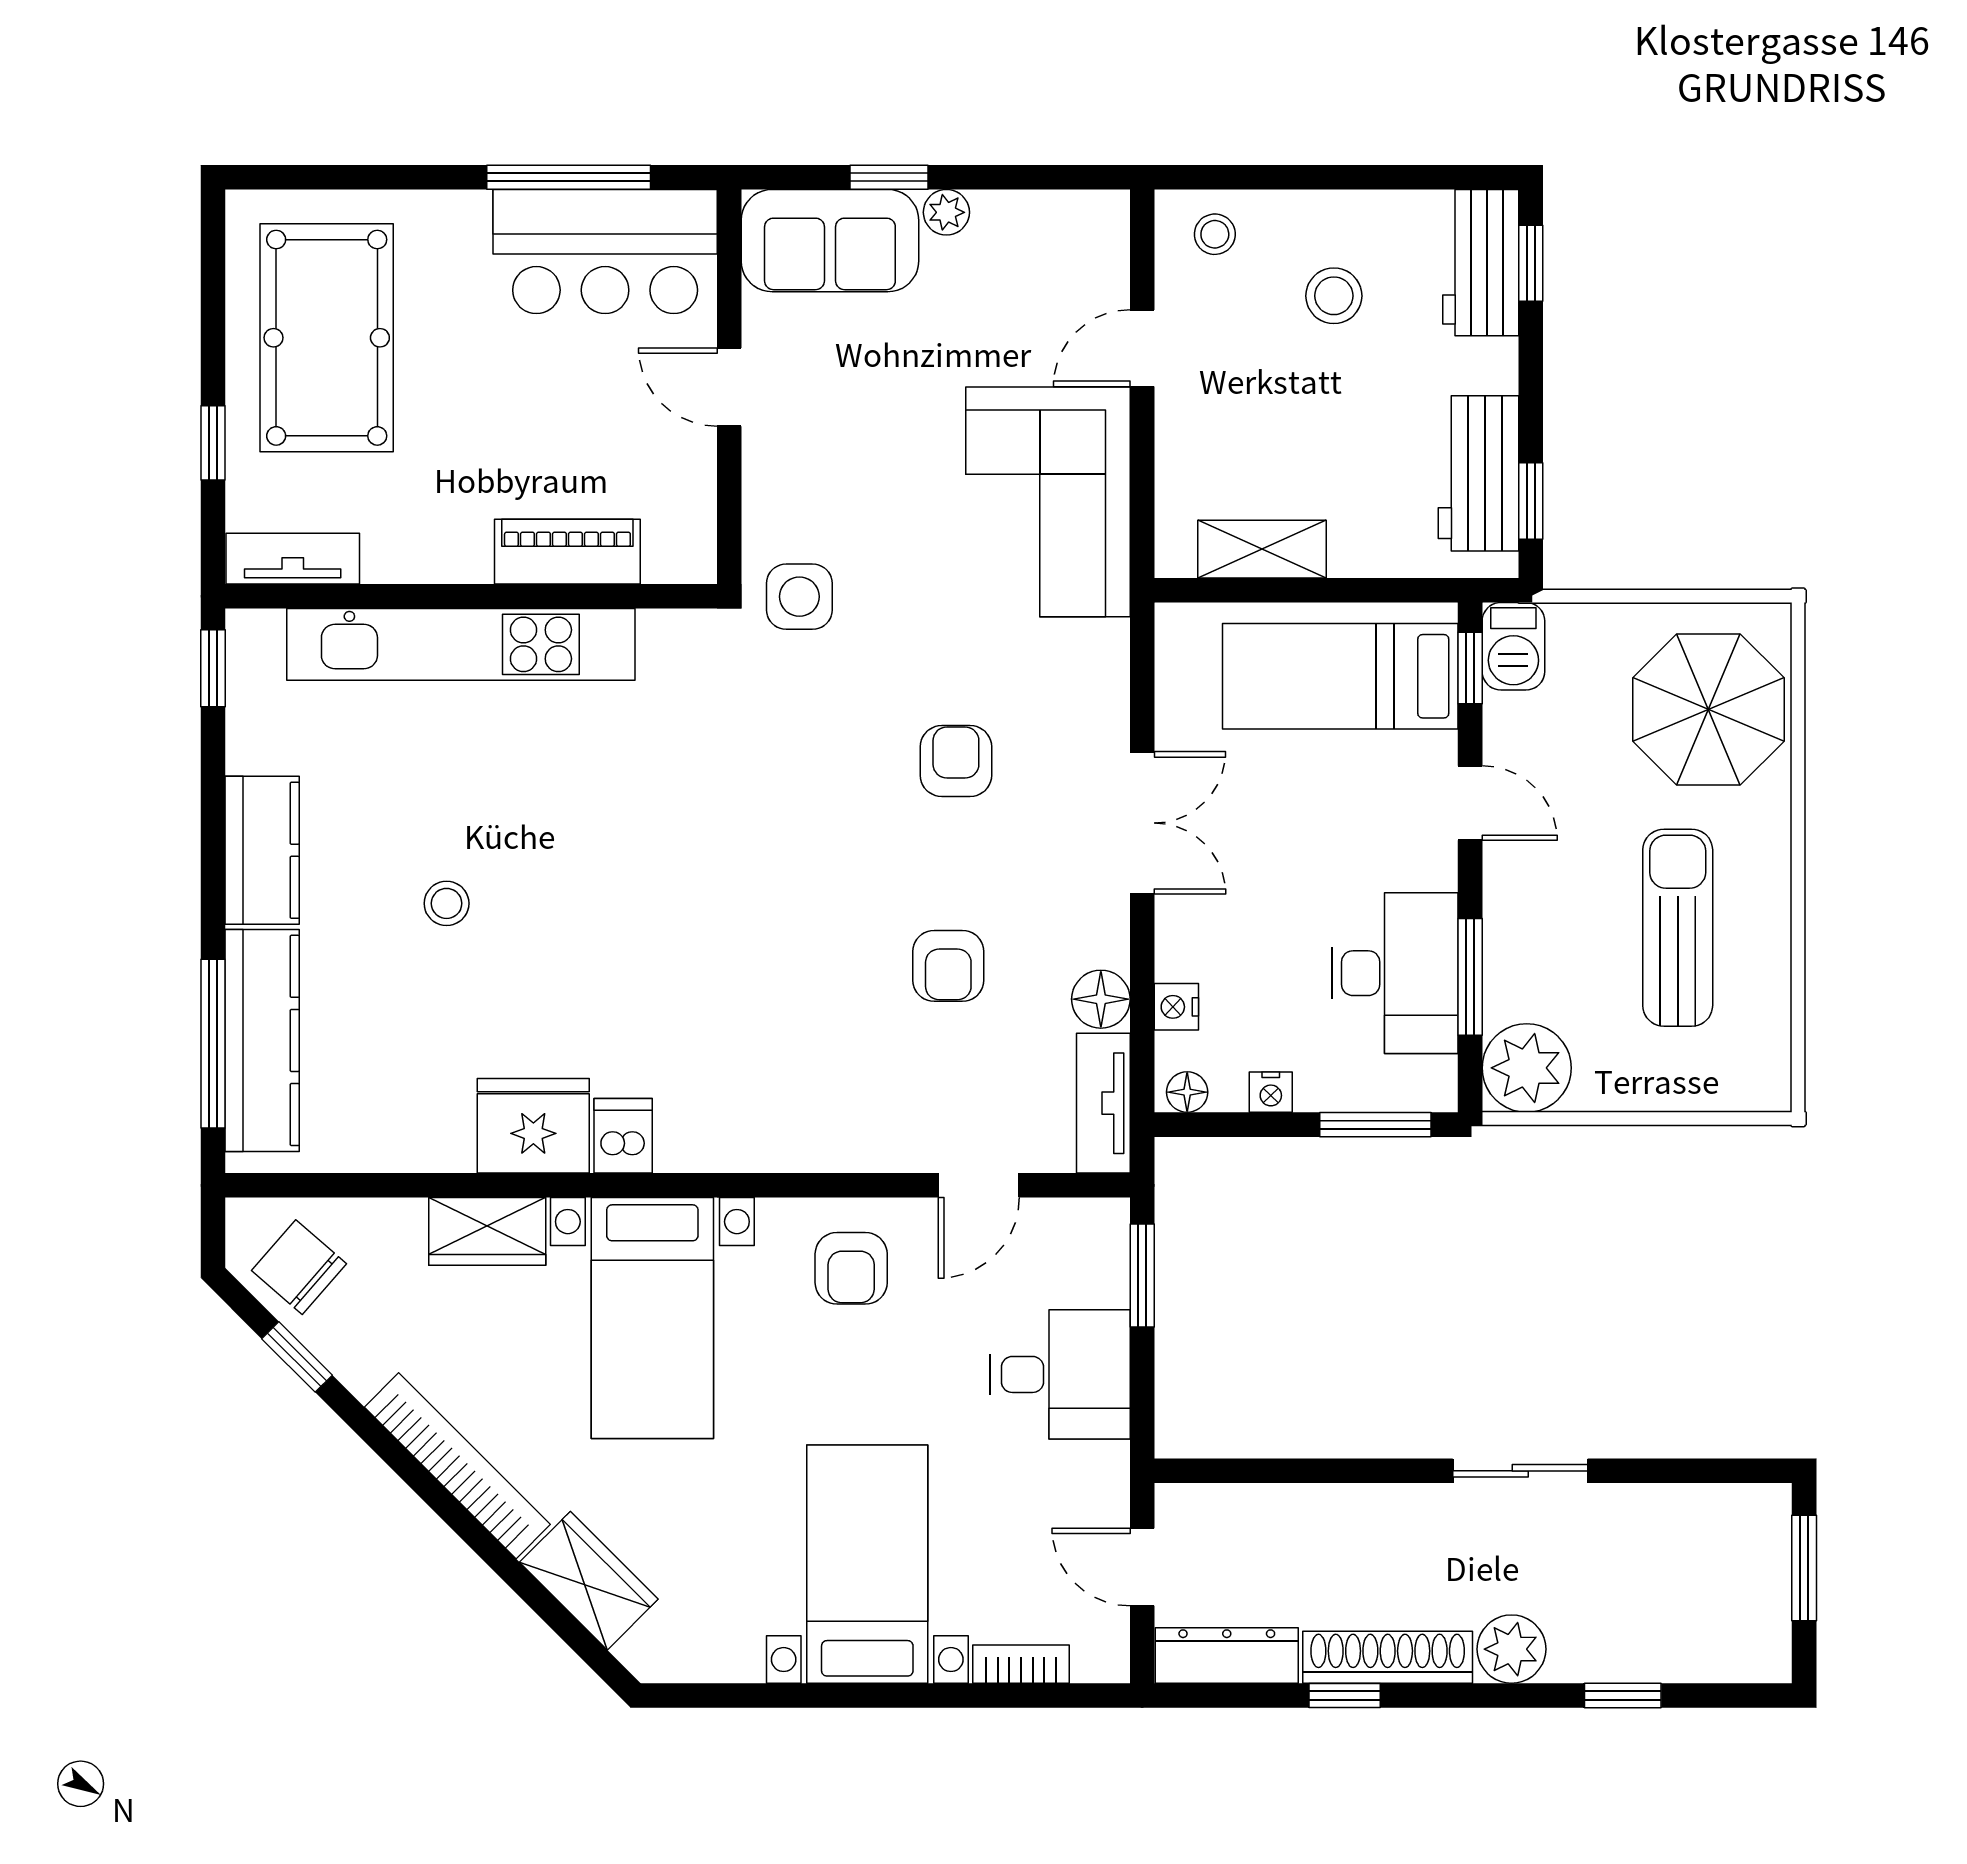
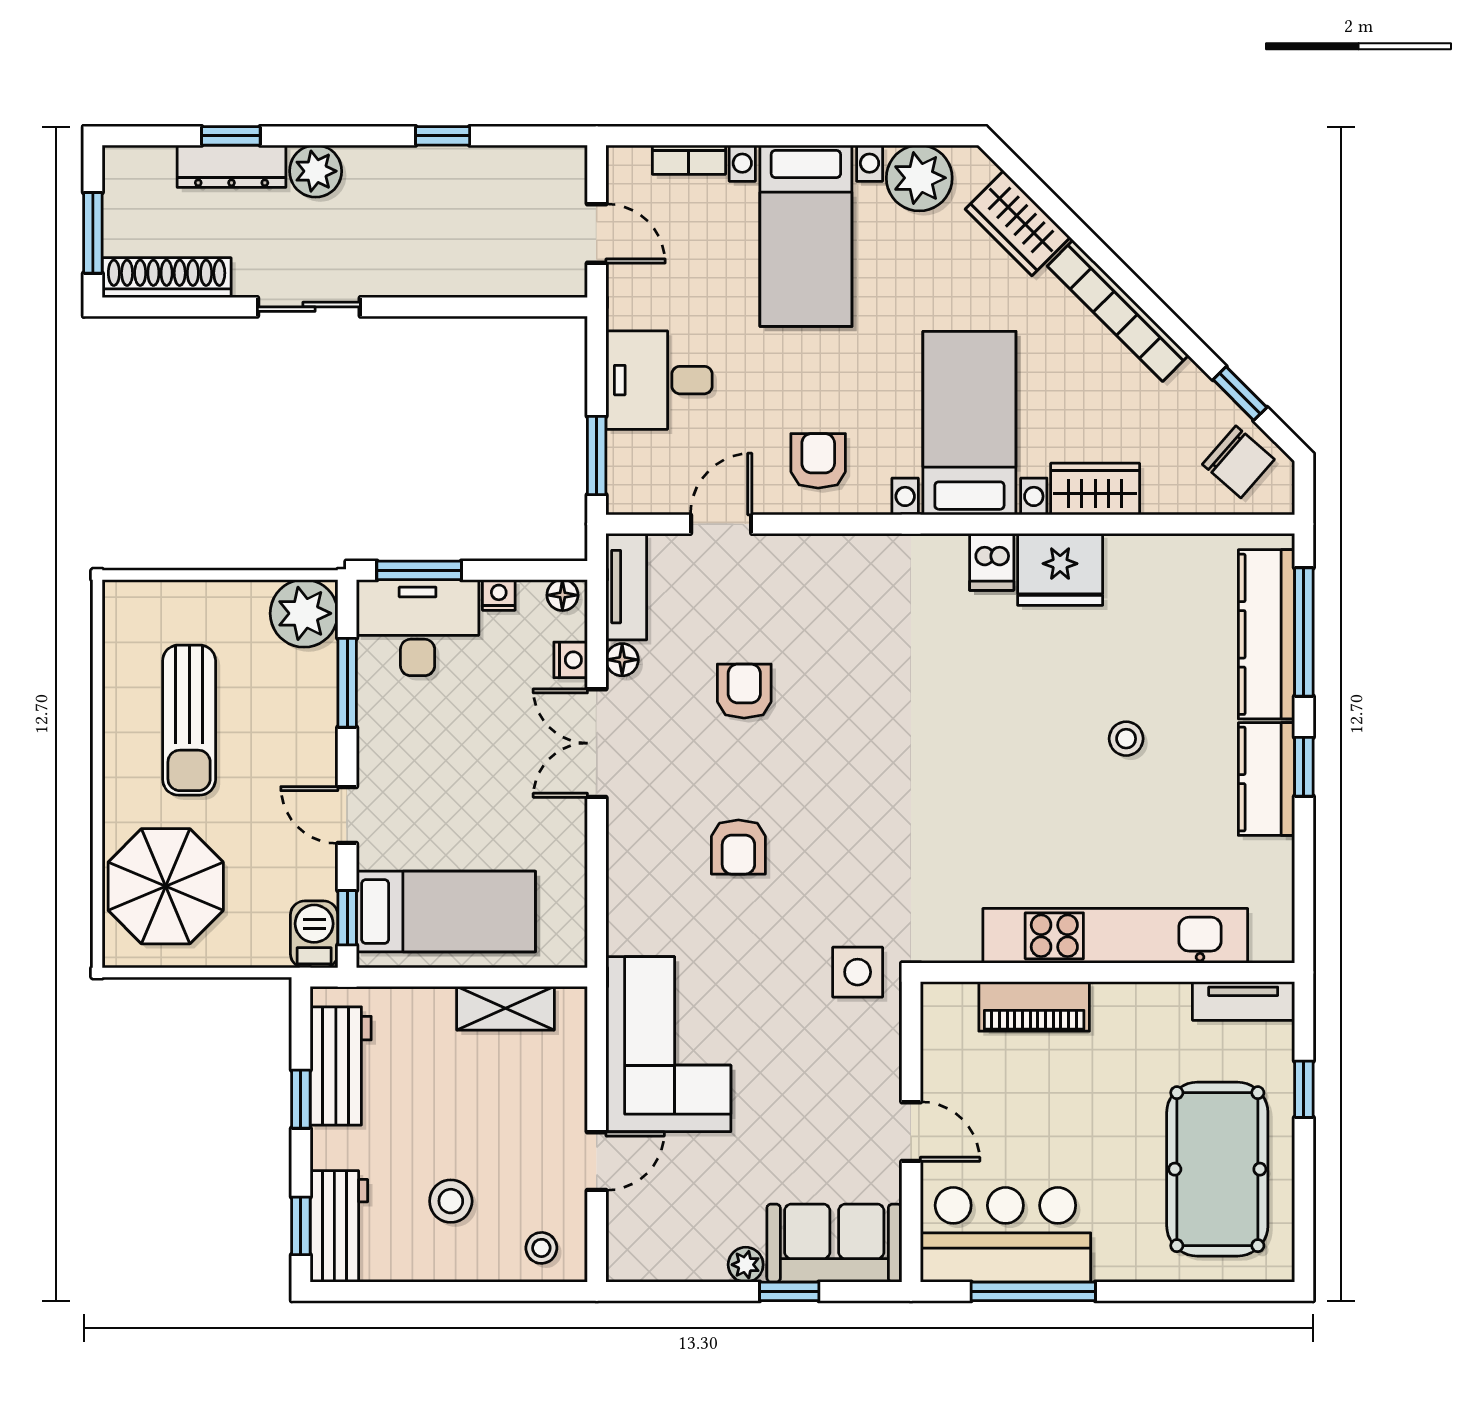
window: (1531, 501) -> (301, 1099), moved
window: (213, 668) -> (1304, 767), moved
double door: (1142, 823) -> (597, 743), moved
desk: (1395, 973) -> (418, 628), moved, turned 90
floor lamp: (1101, 999) -> (622, 660), width x0.73, depth x0.73
plant: (718, 1640) -> (919, 178), added
dresser: (1227, 1655) -> (232, 166), moved
shoe rack: (1388, 1657) -> (167, 278), moved, turned 180

